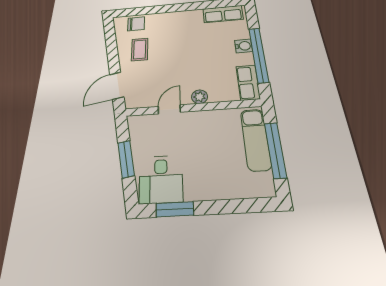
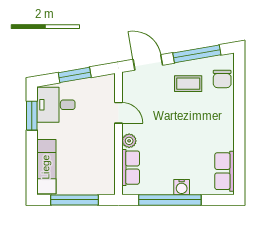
window: (111, 45) -> (197, 54), added
row of seats: (248, 82) -> (131, 168), moved, turned 90
exam couch: (256, 139) -> (46, 167), moved, turned 90

